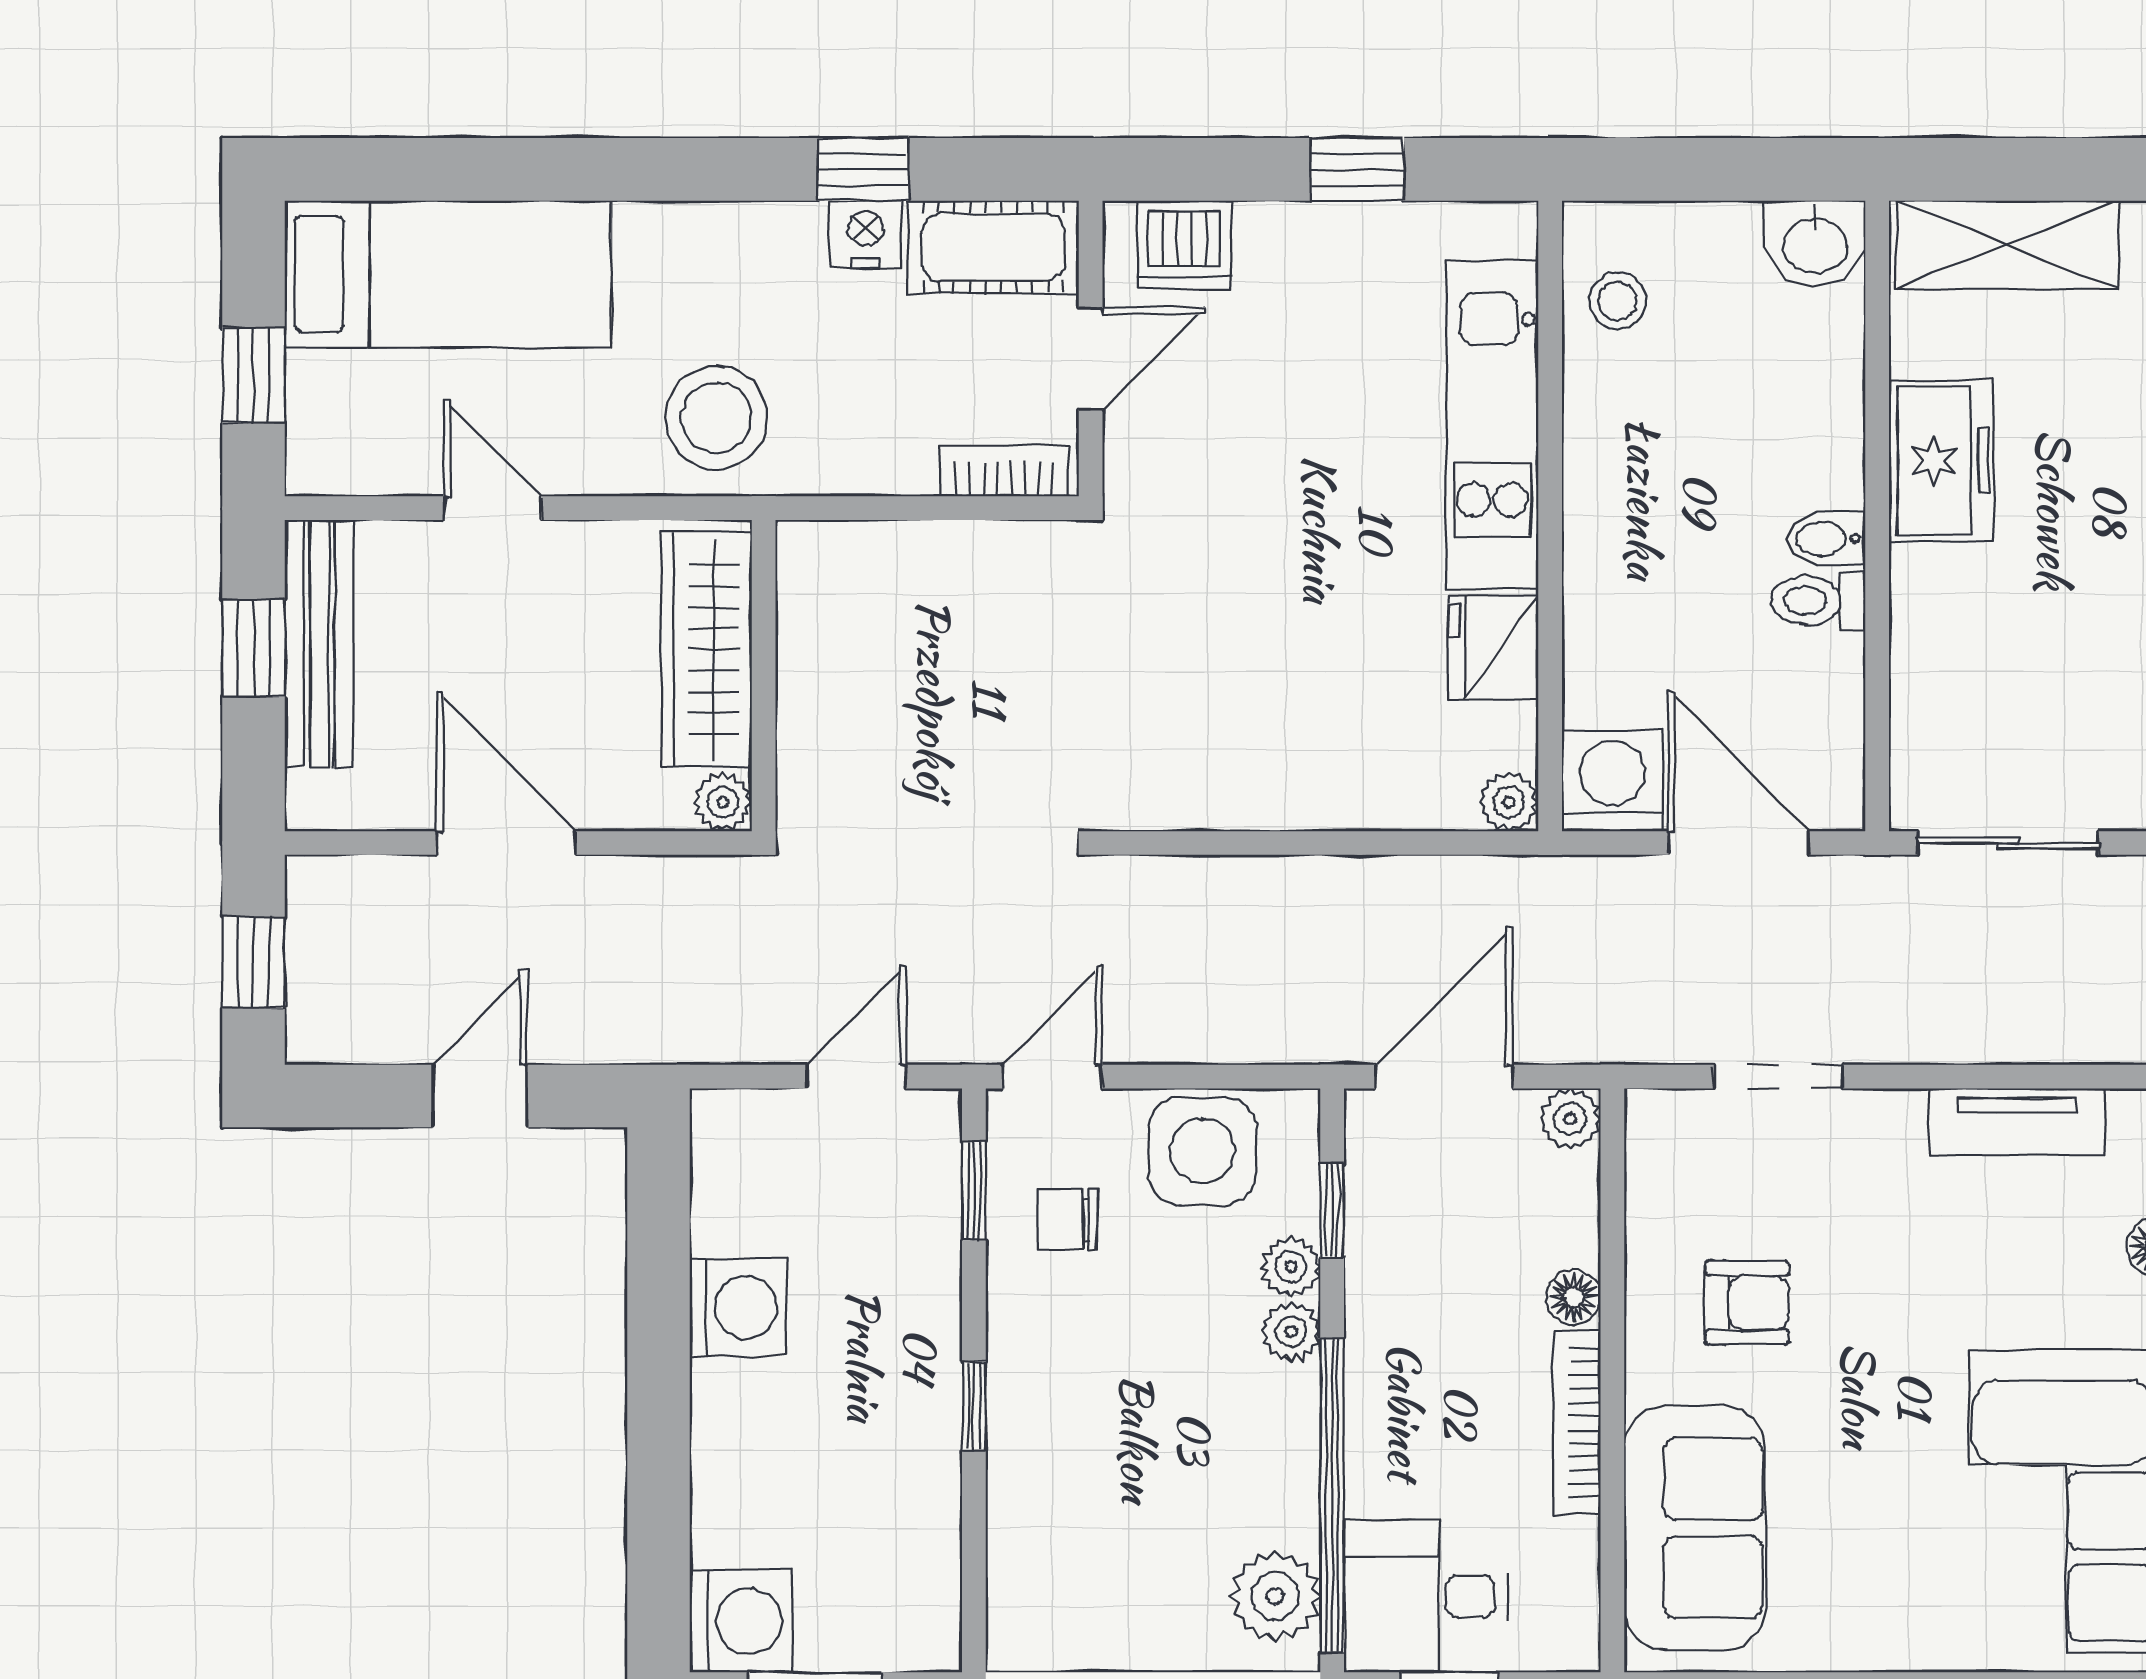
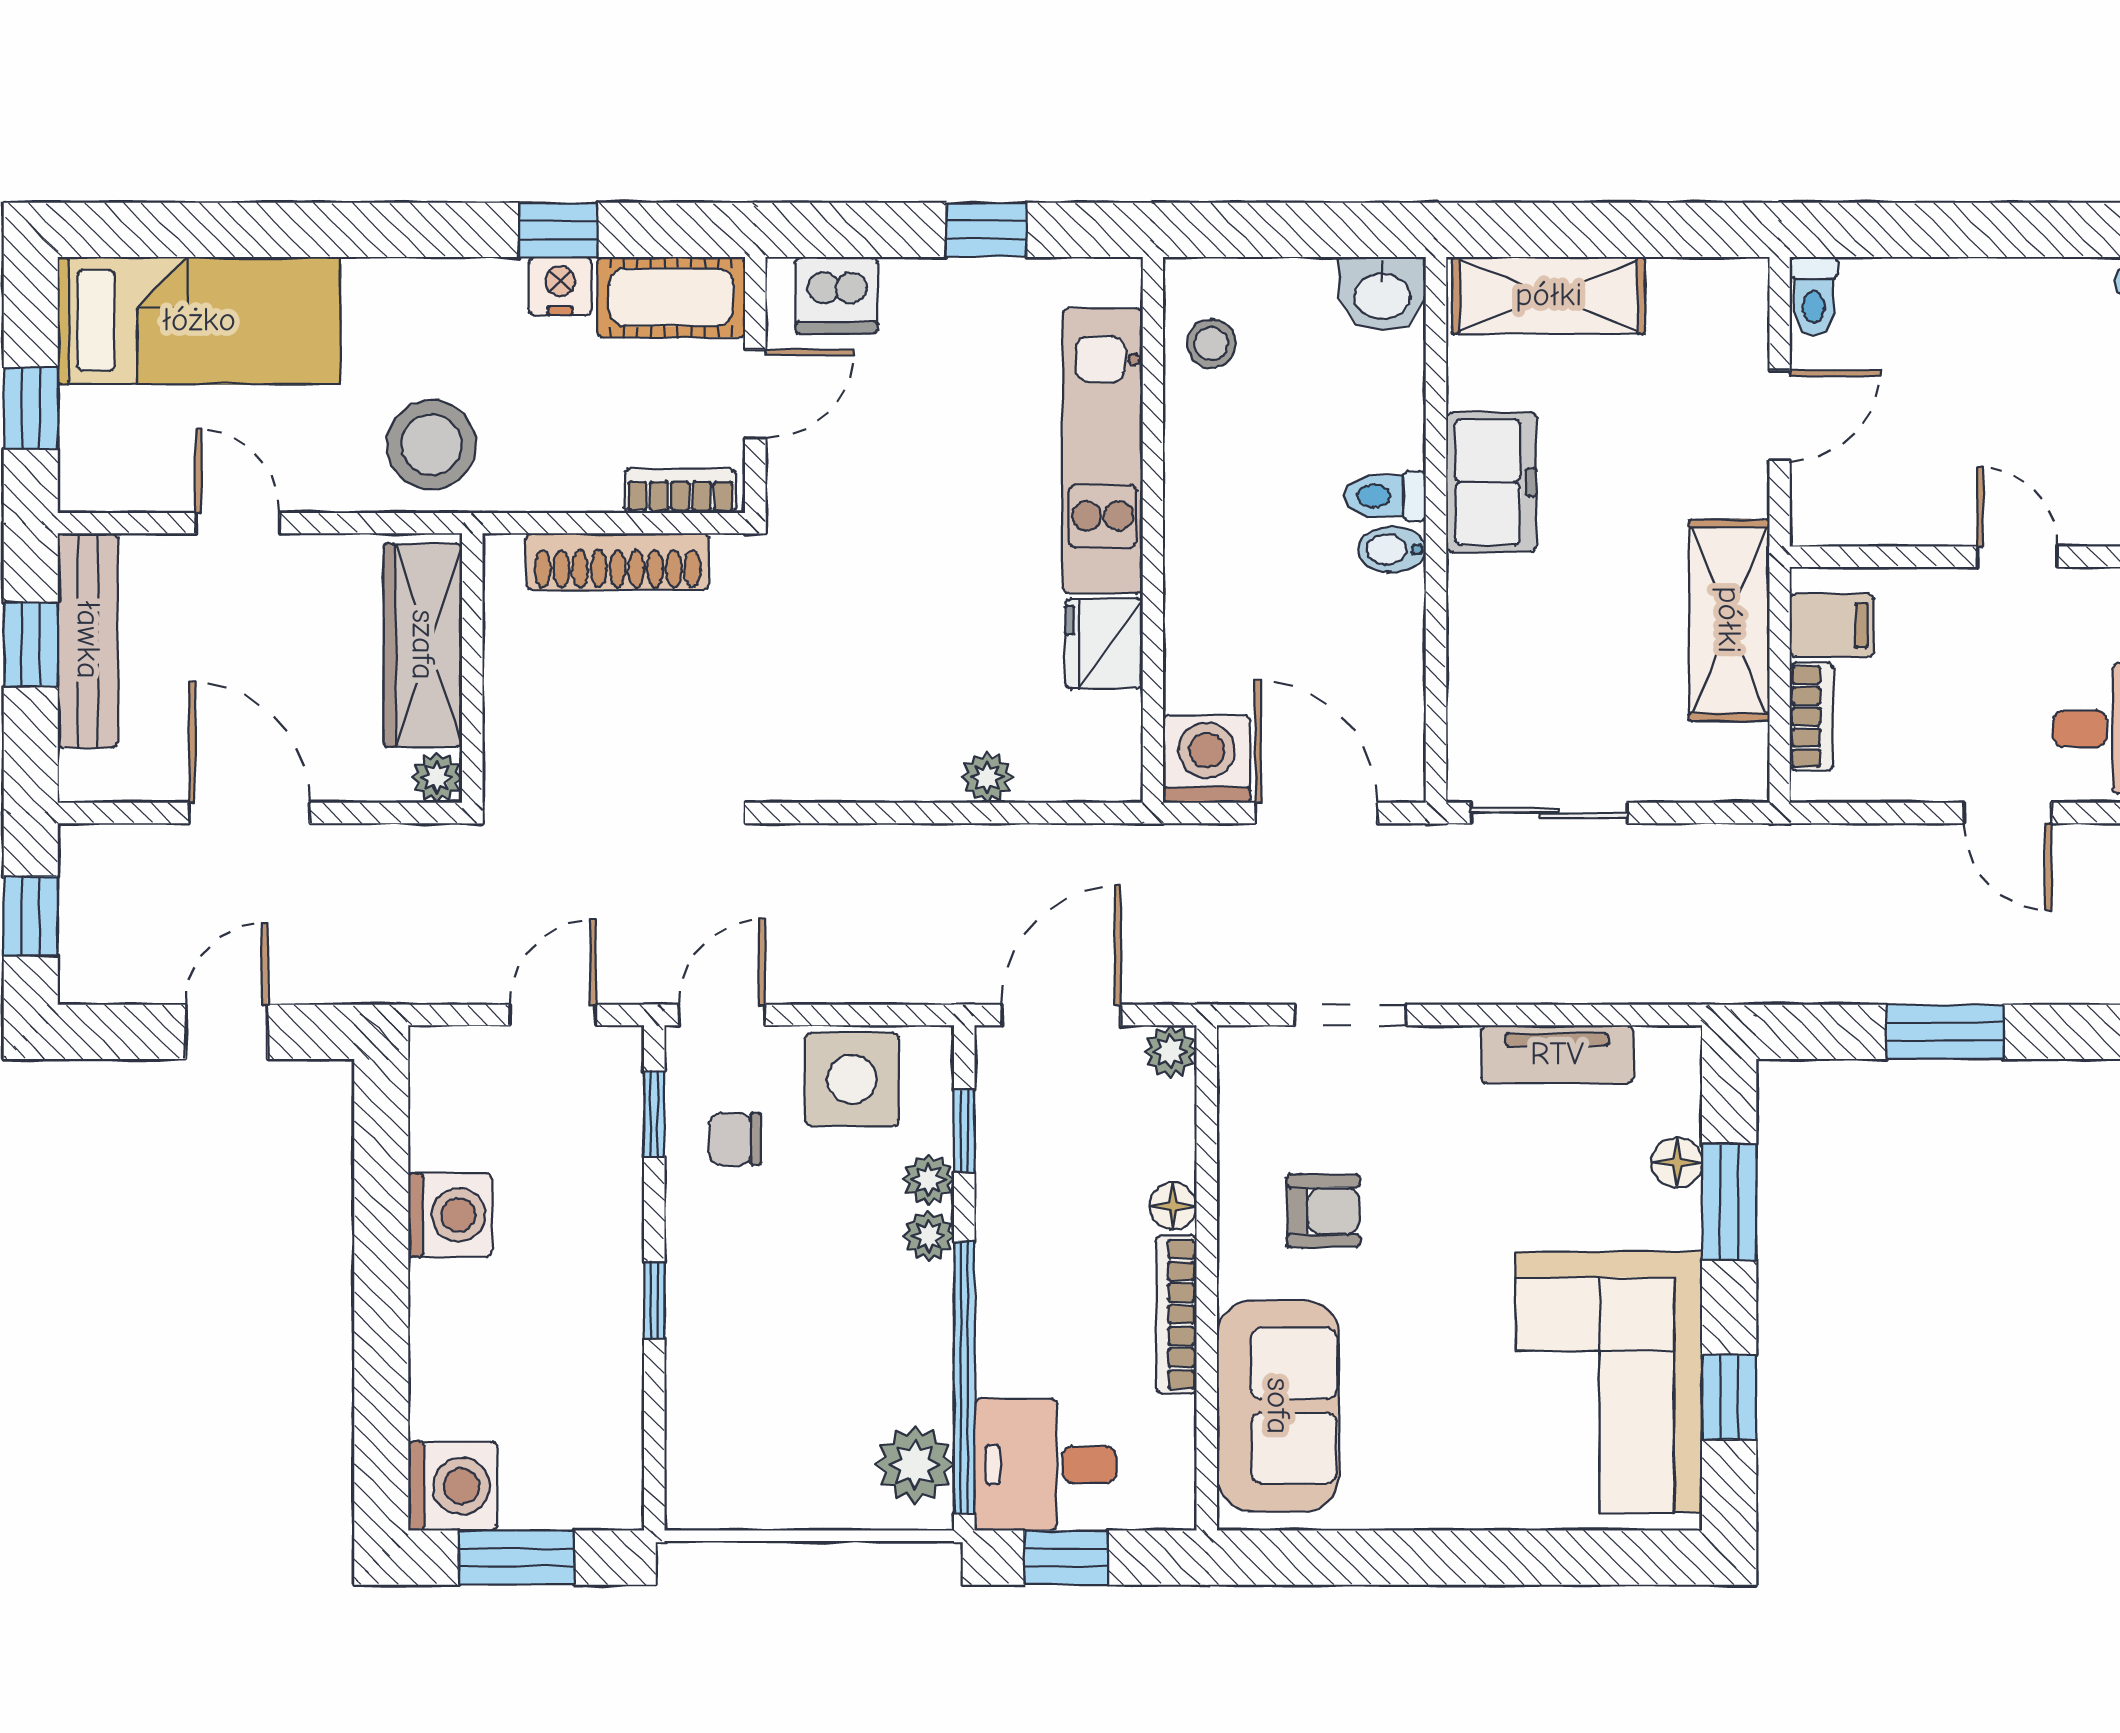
shoe rack: (932, 552) -> (618, 561), added
toilet: (1818, 600) -> (1385, 496), moved
plant: (1509, 802) -> (987, 777), moved

